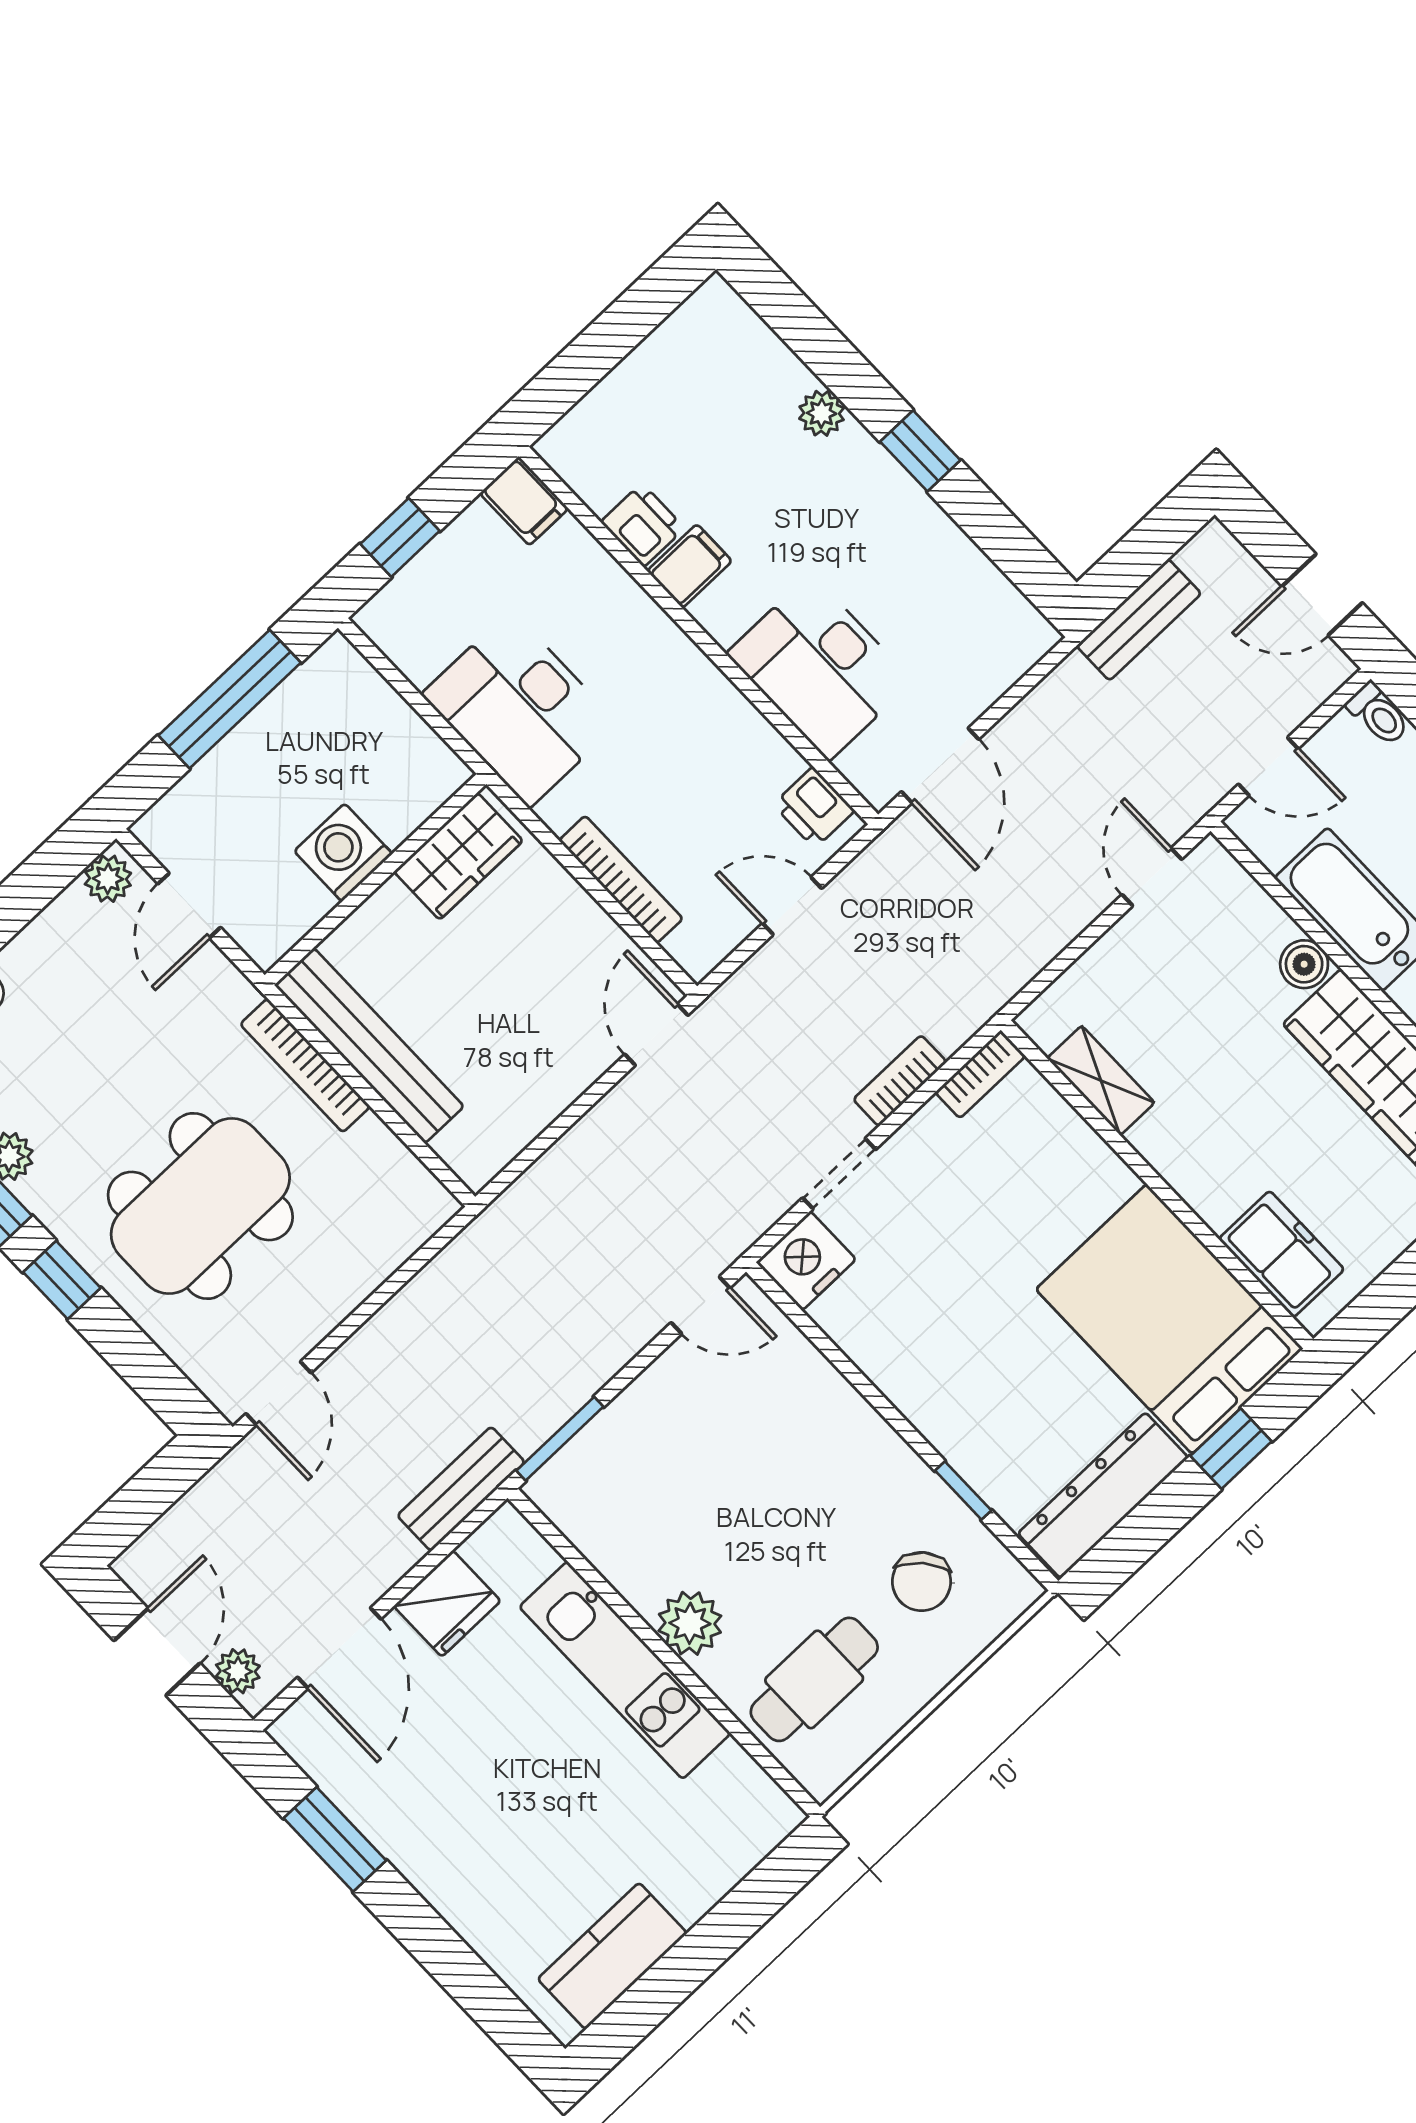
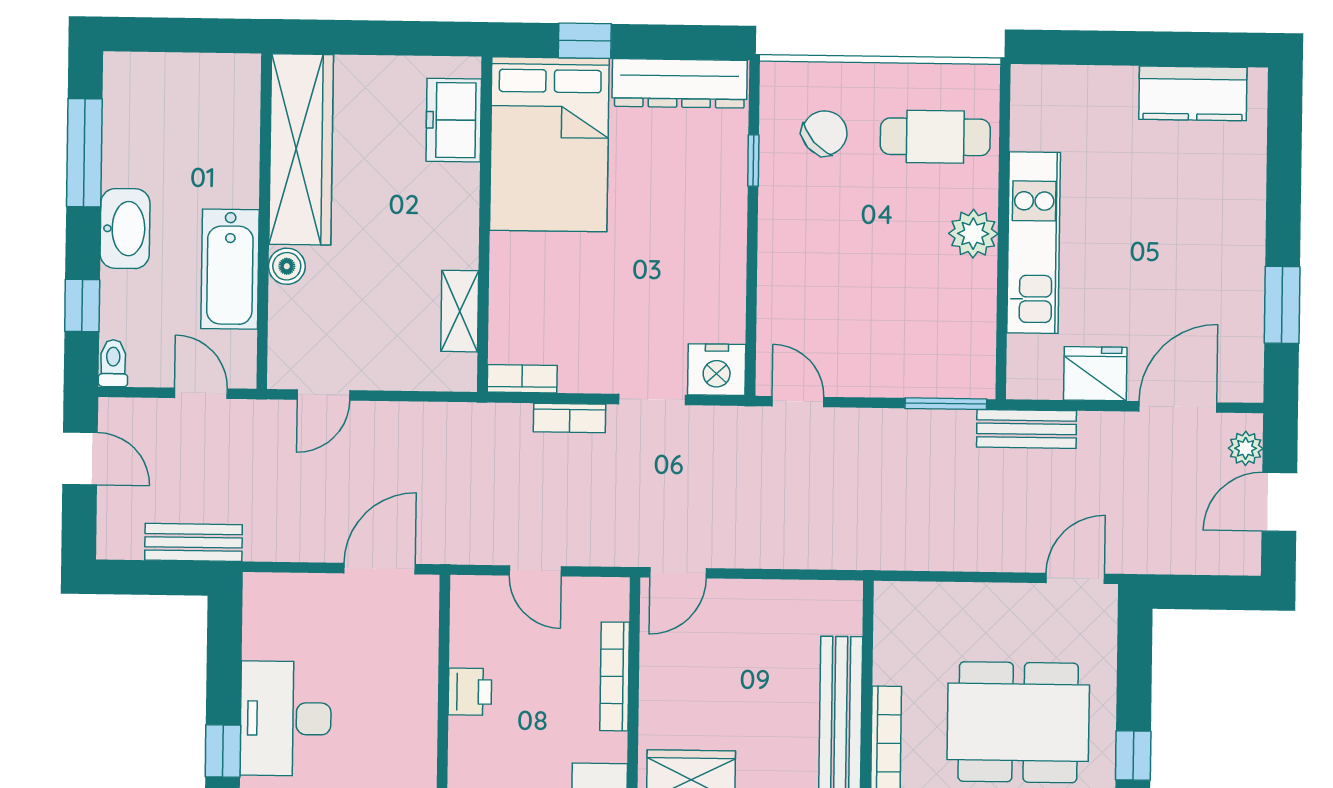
desk: (820, 667) -> (286, 718), moved, turned 180
printer: (814, 808) -> (470, 692), moved

